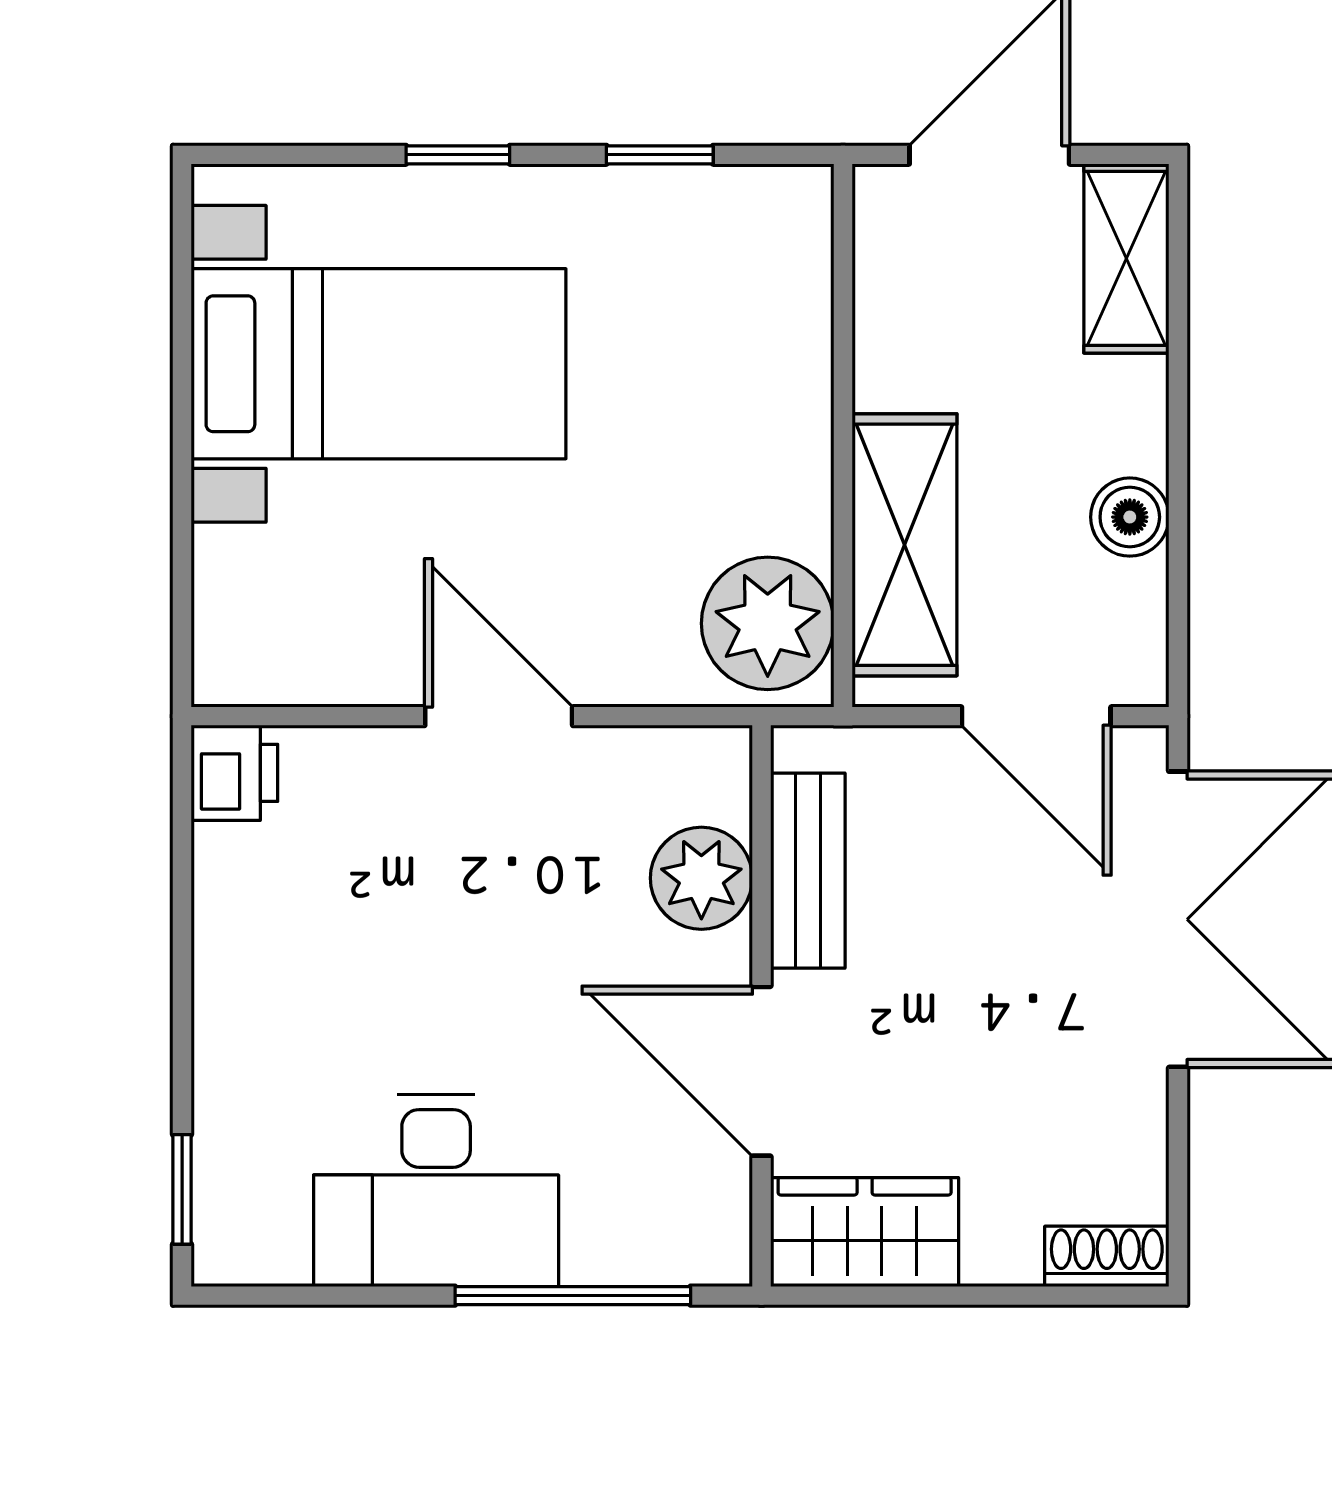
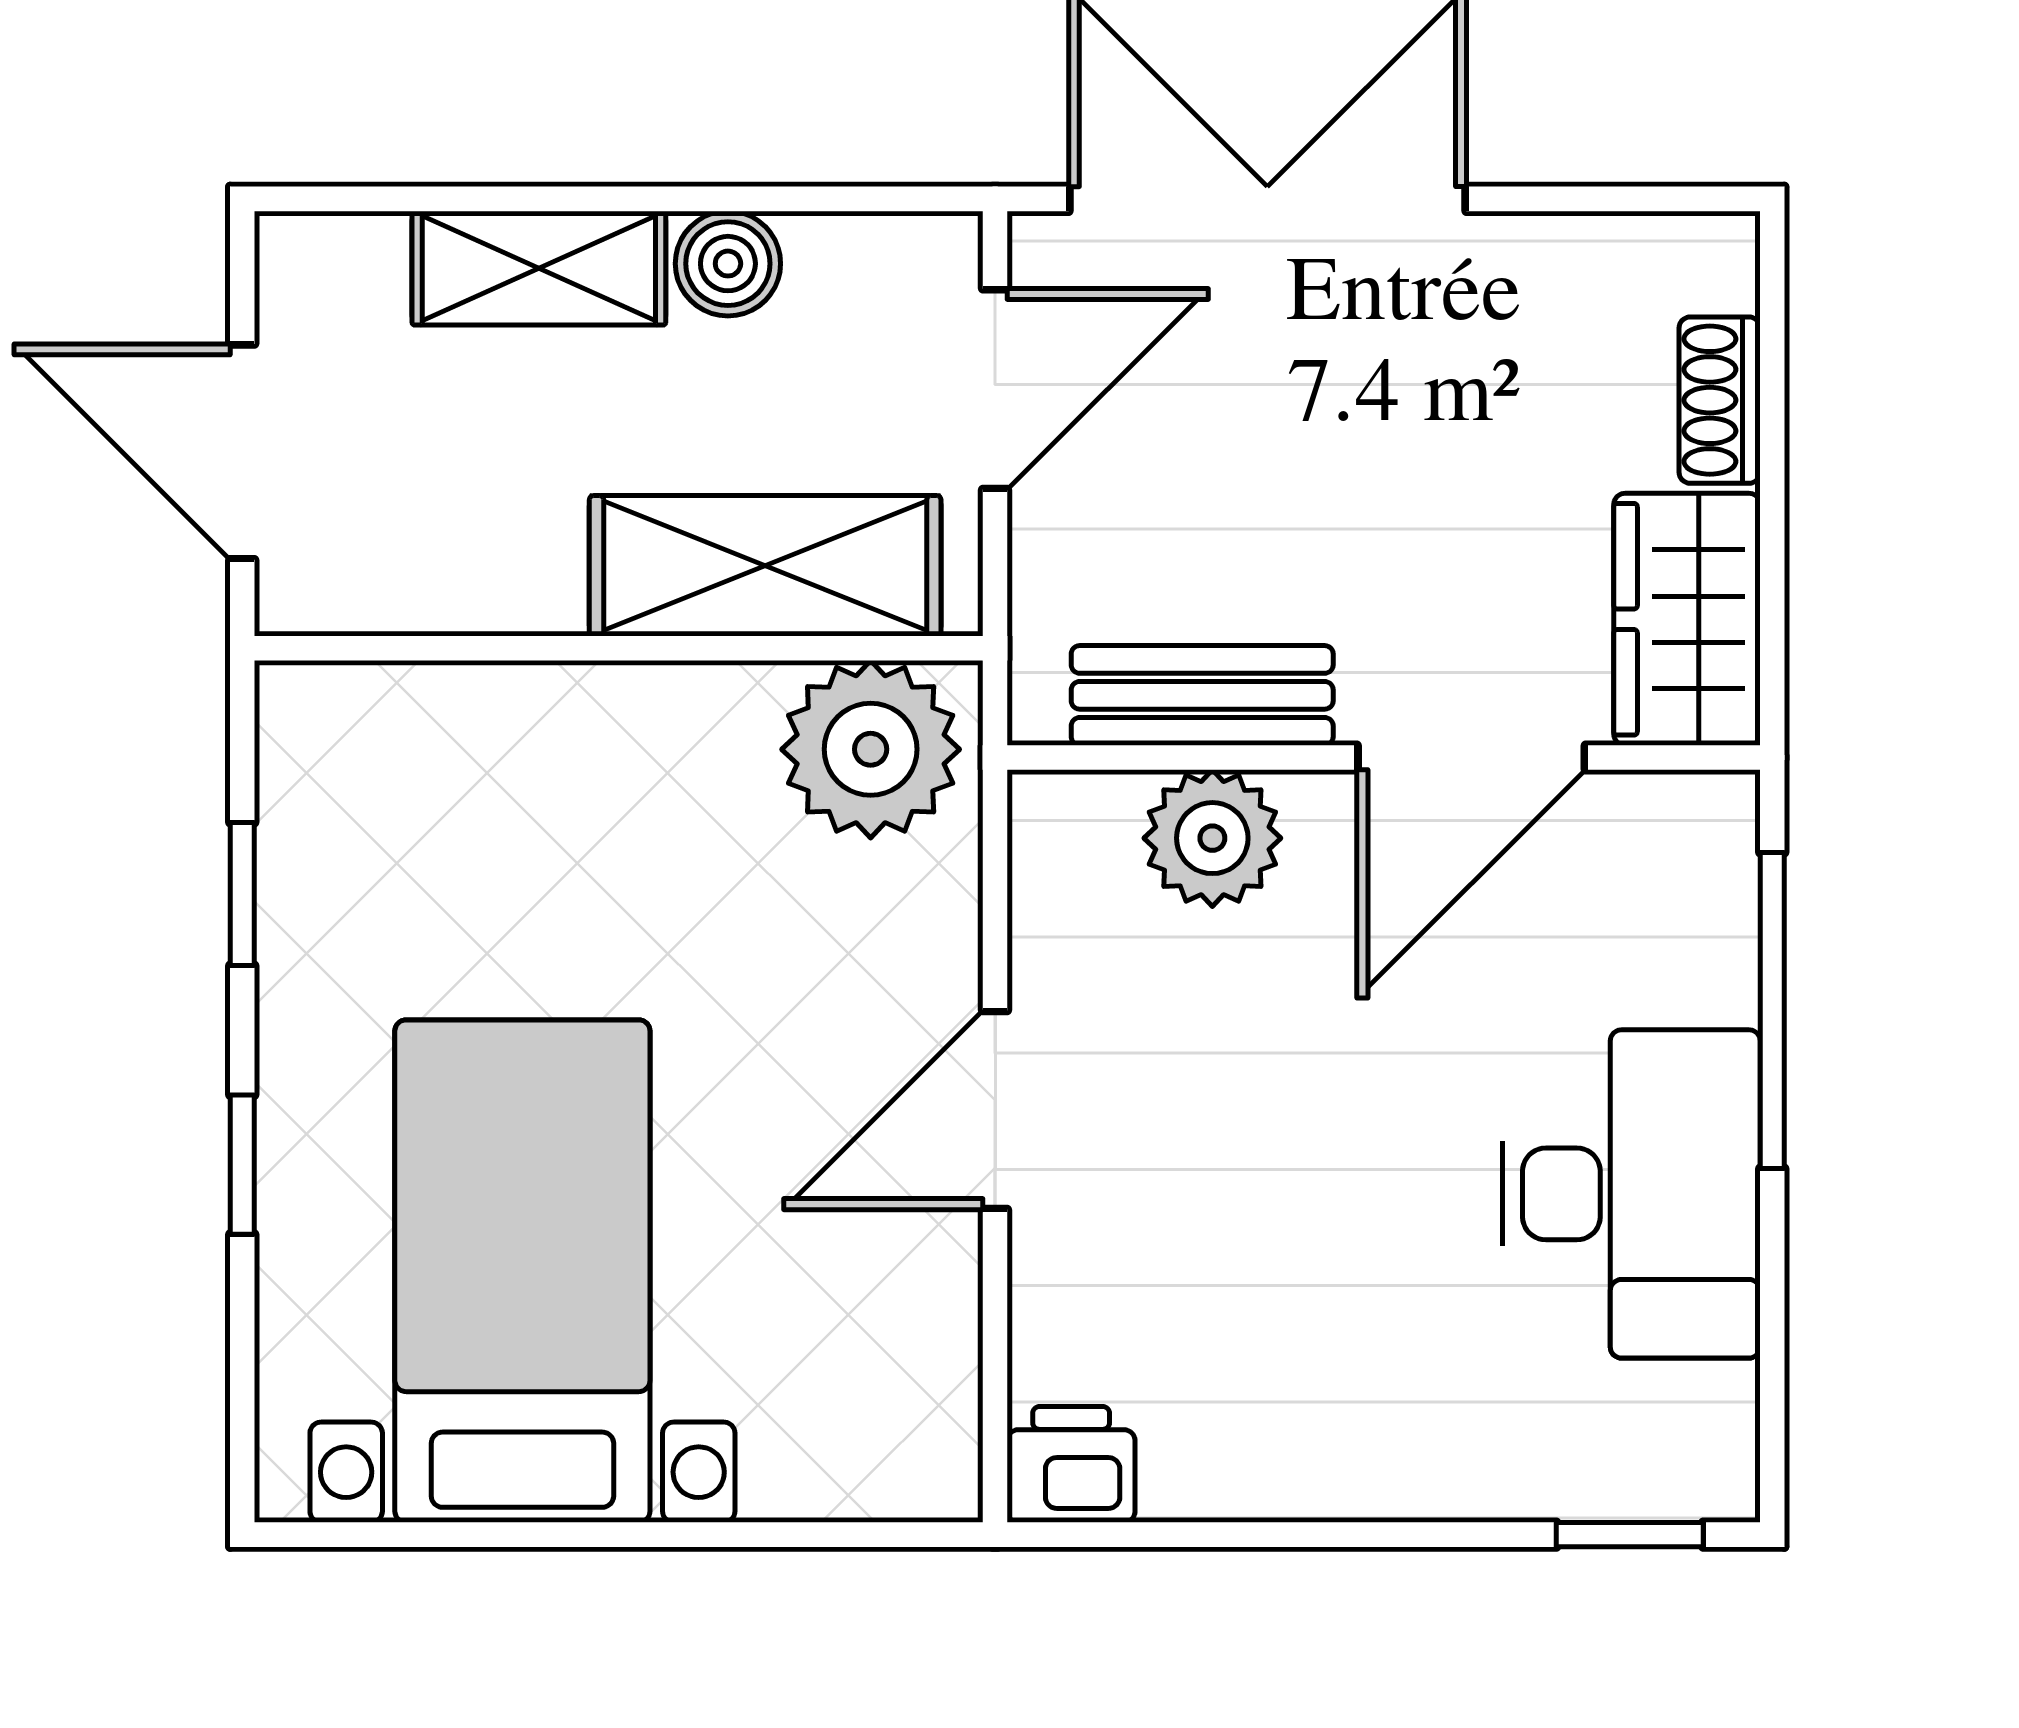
shelving: (1126, 258) -> (539, 268), moved
shoe rack: (1107, 1256) -> (1720, 400), moved

